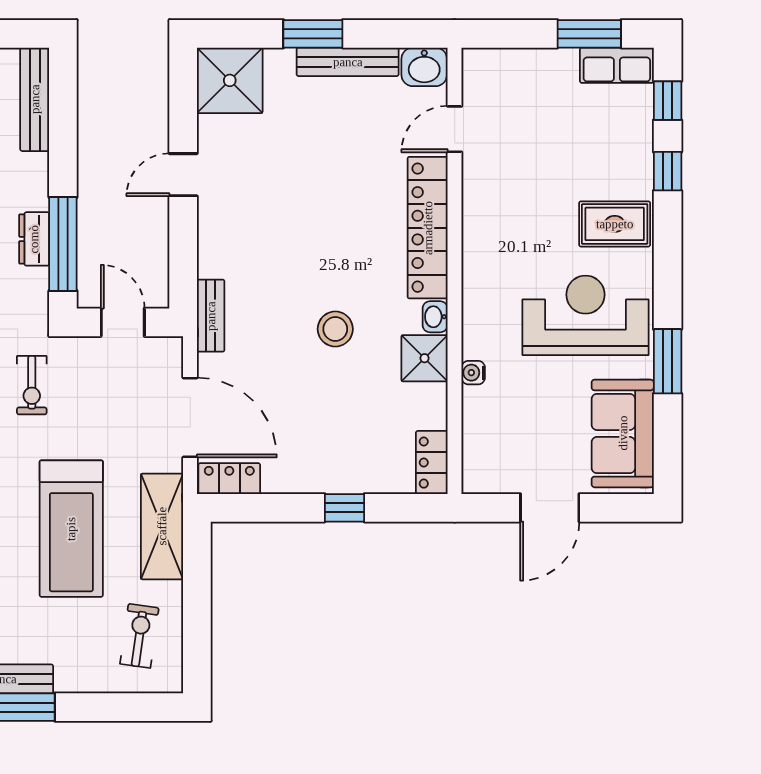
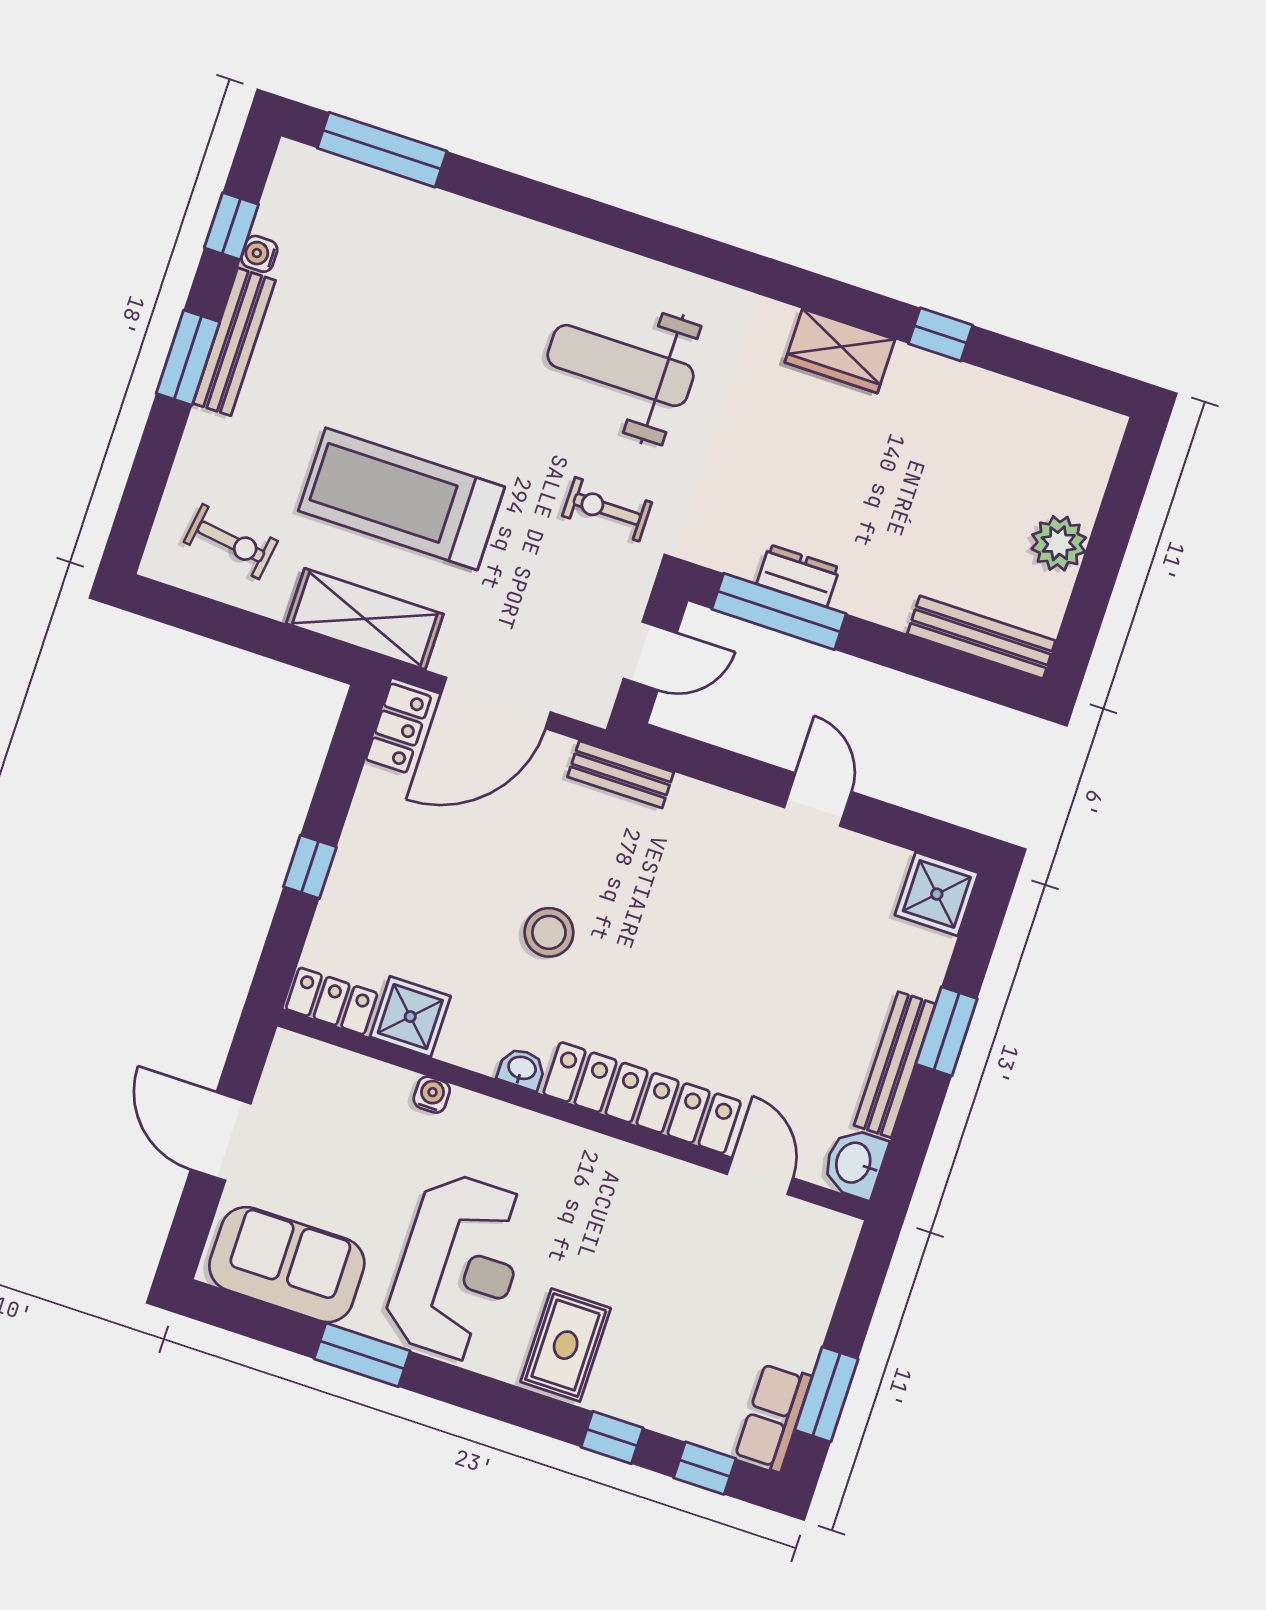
shower: (230, 80) -> (937, 894), width x0.73, depth x0.73
shower: (425, 358) -> (410, 1017), moved

